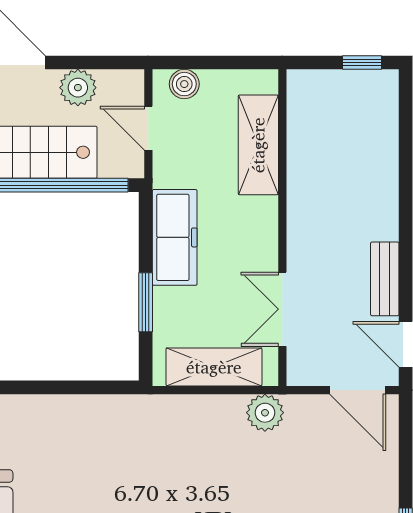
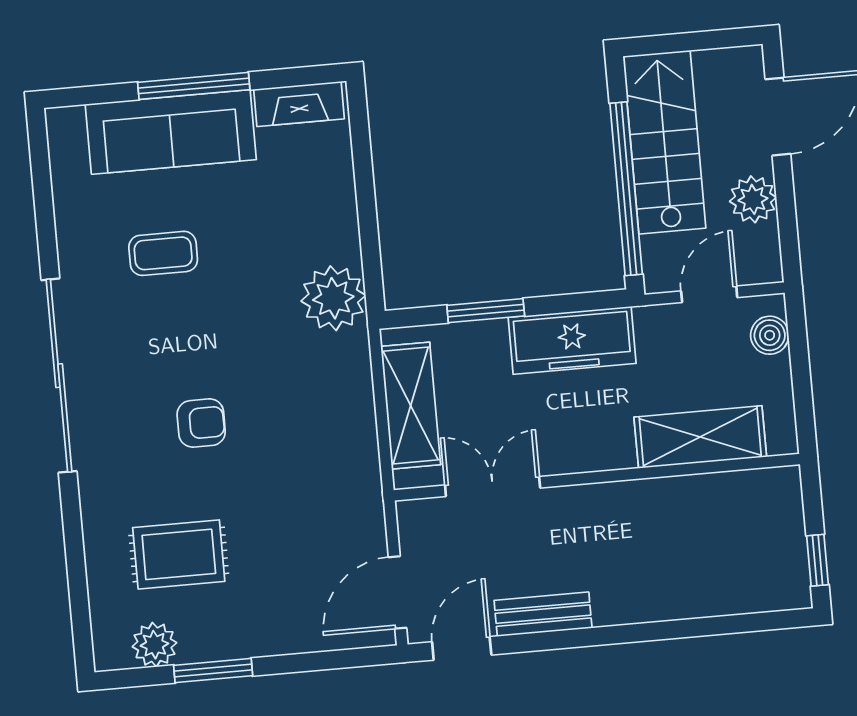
plant: (265, 413) -> (333, 298), moved, width x1.36, depth x1.36

